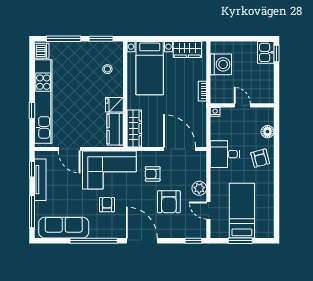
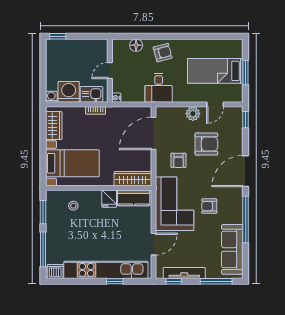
washing machine: (216, 47) -> (51, 97), added
kitchen sink: (266, 52) -> (91, 94), moved, turned 180

